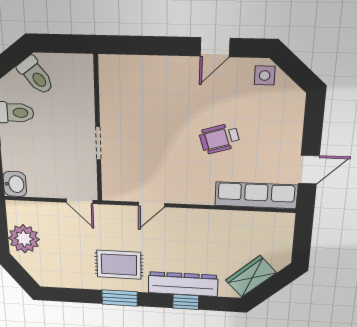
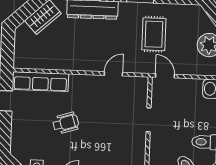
rug: (119, 265) -> (154, 34), moved, turned 90

